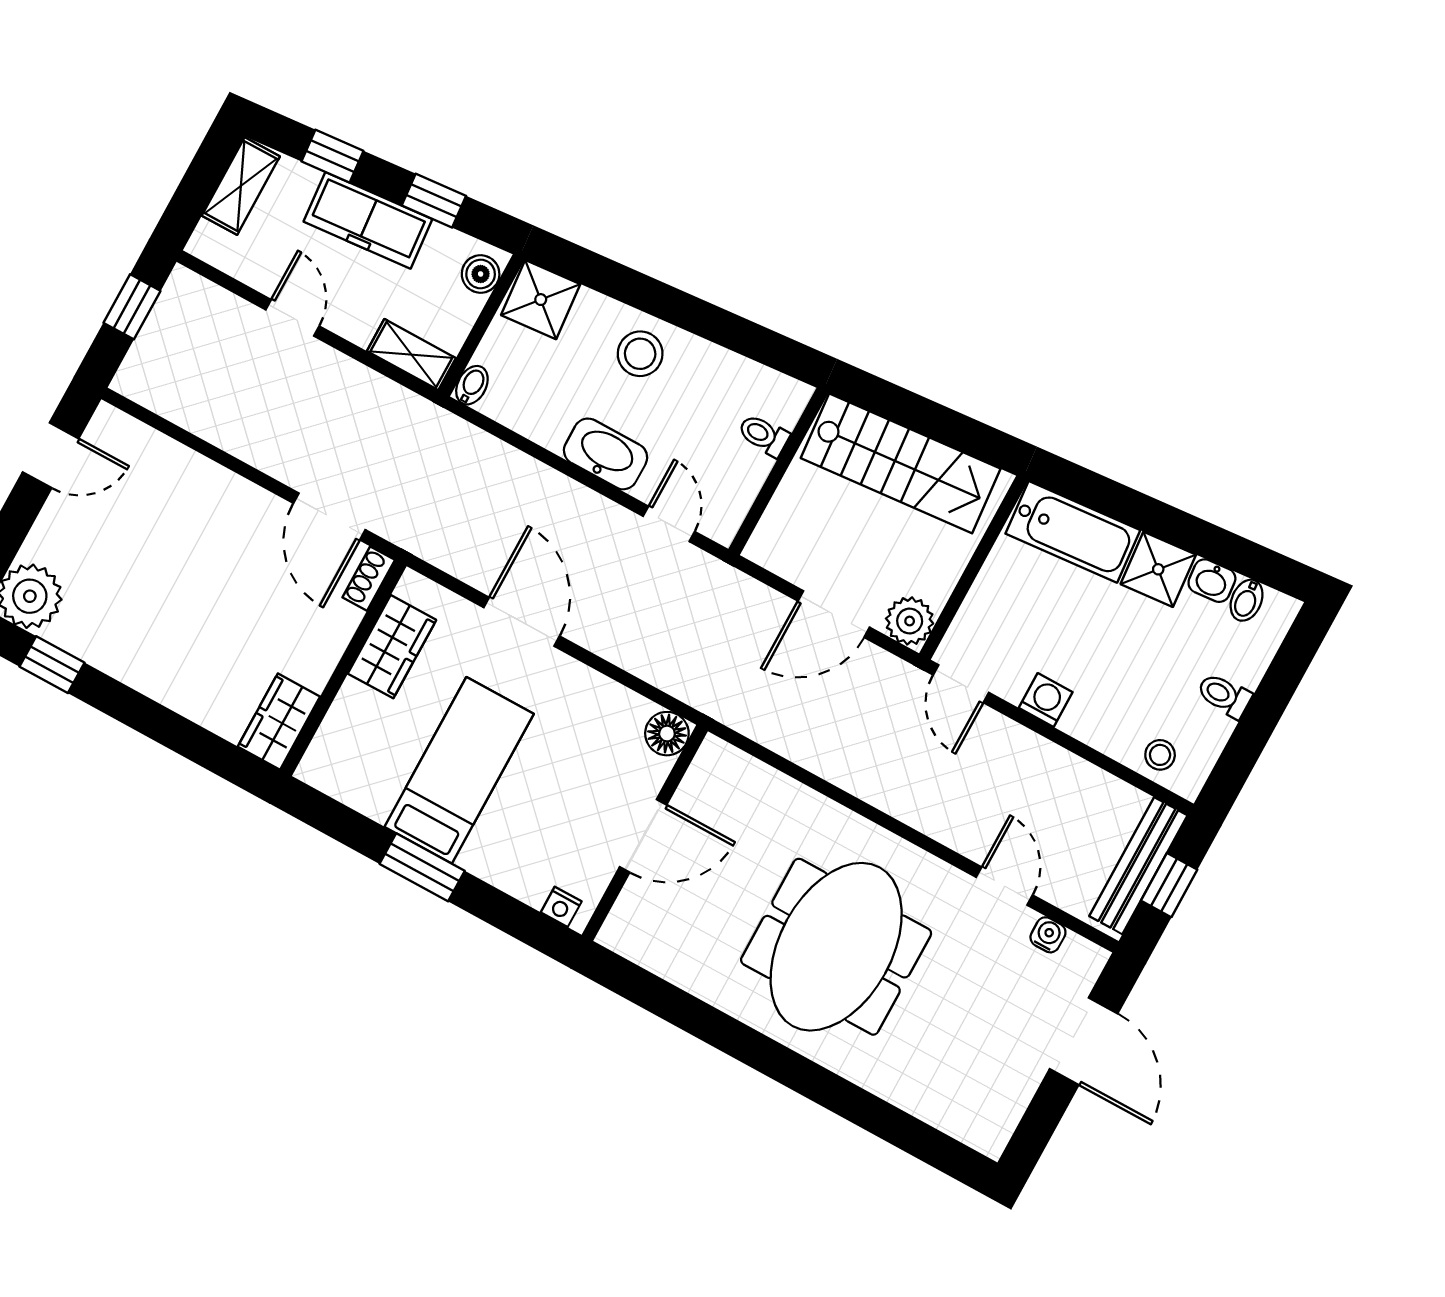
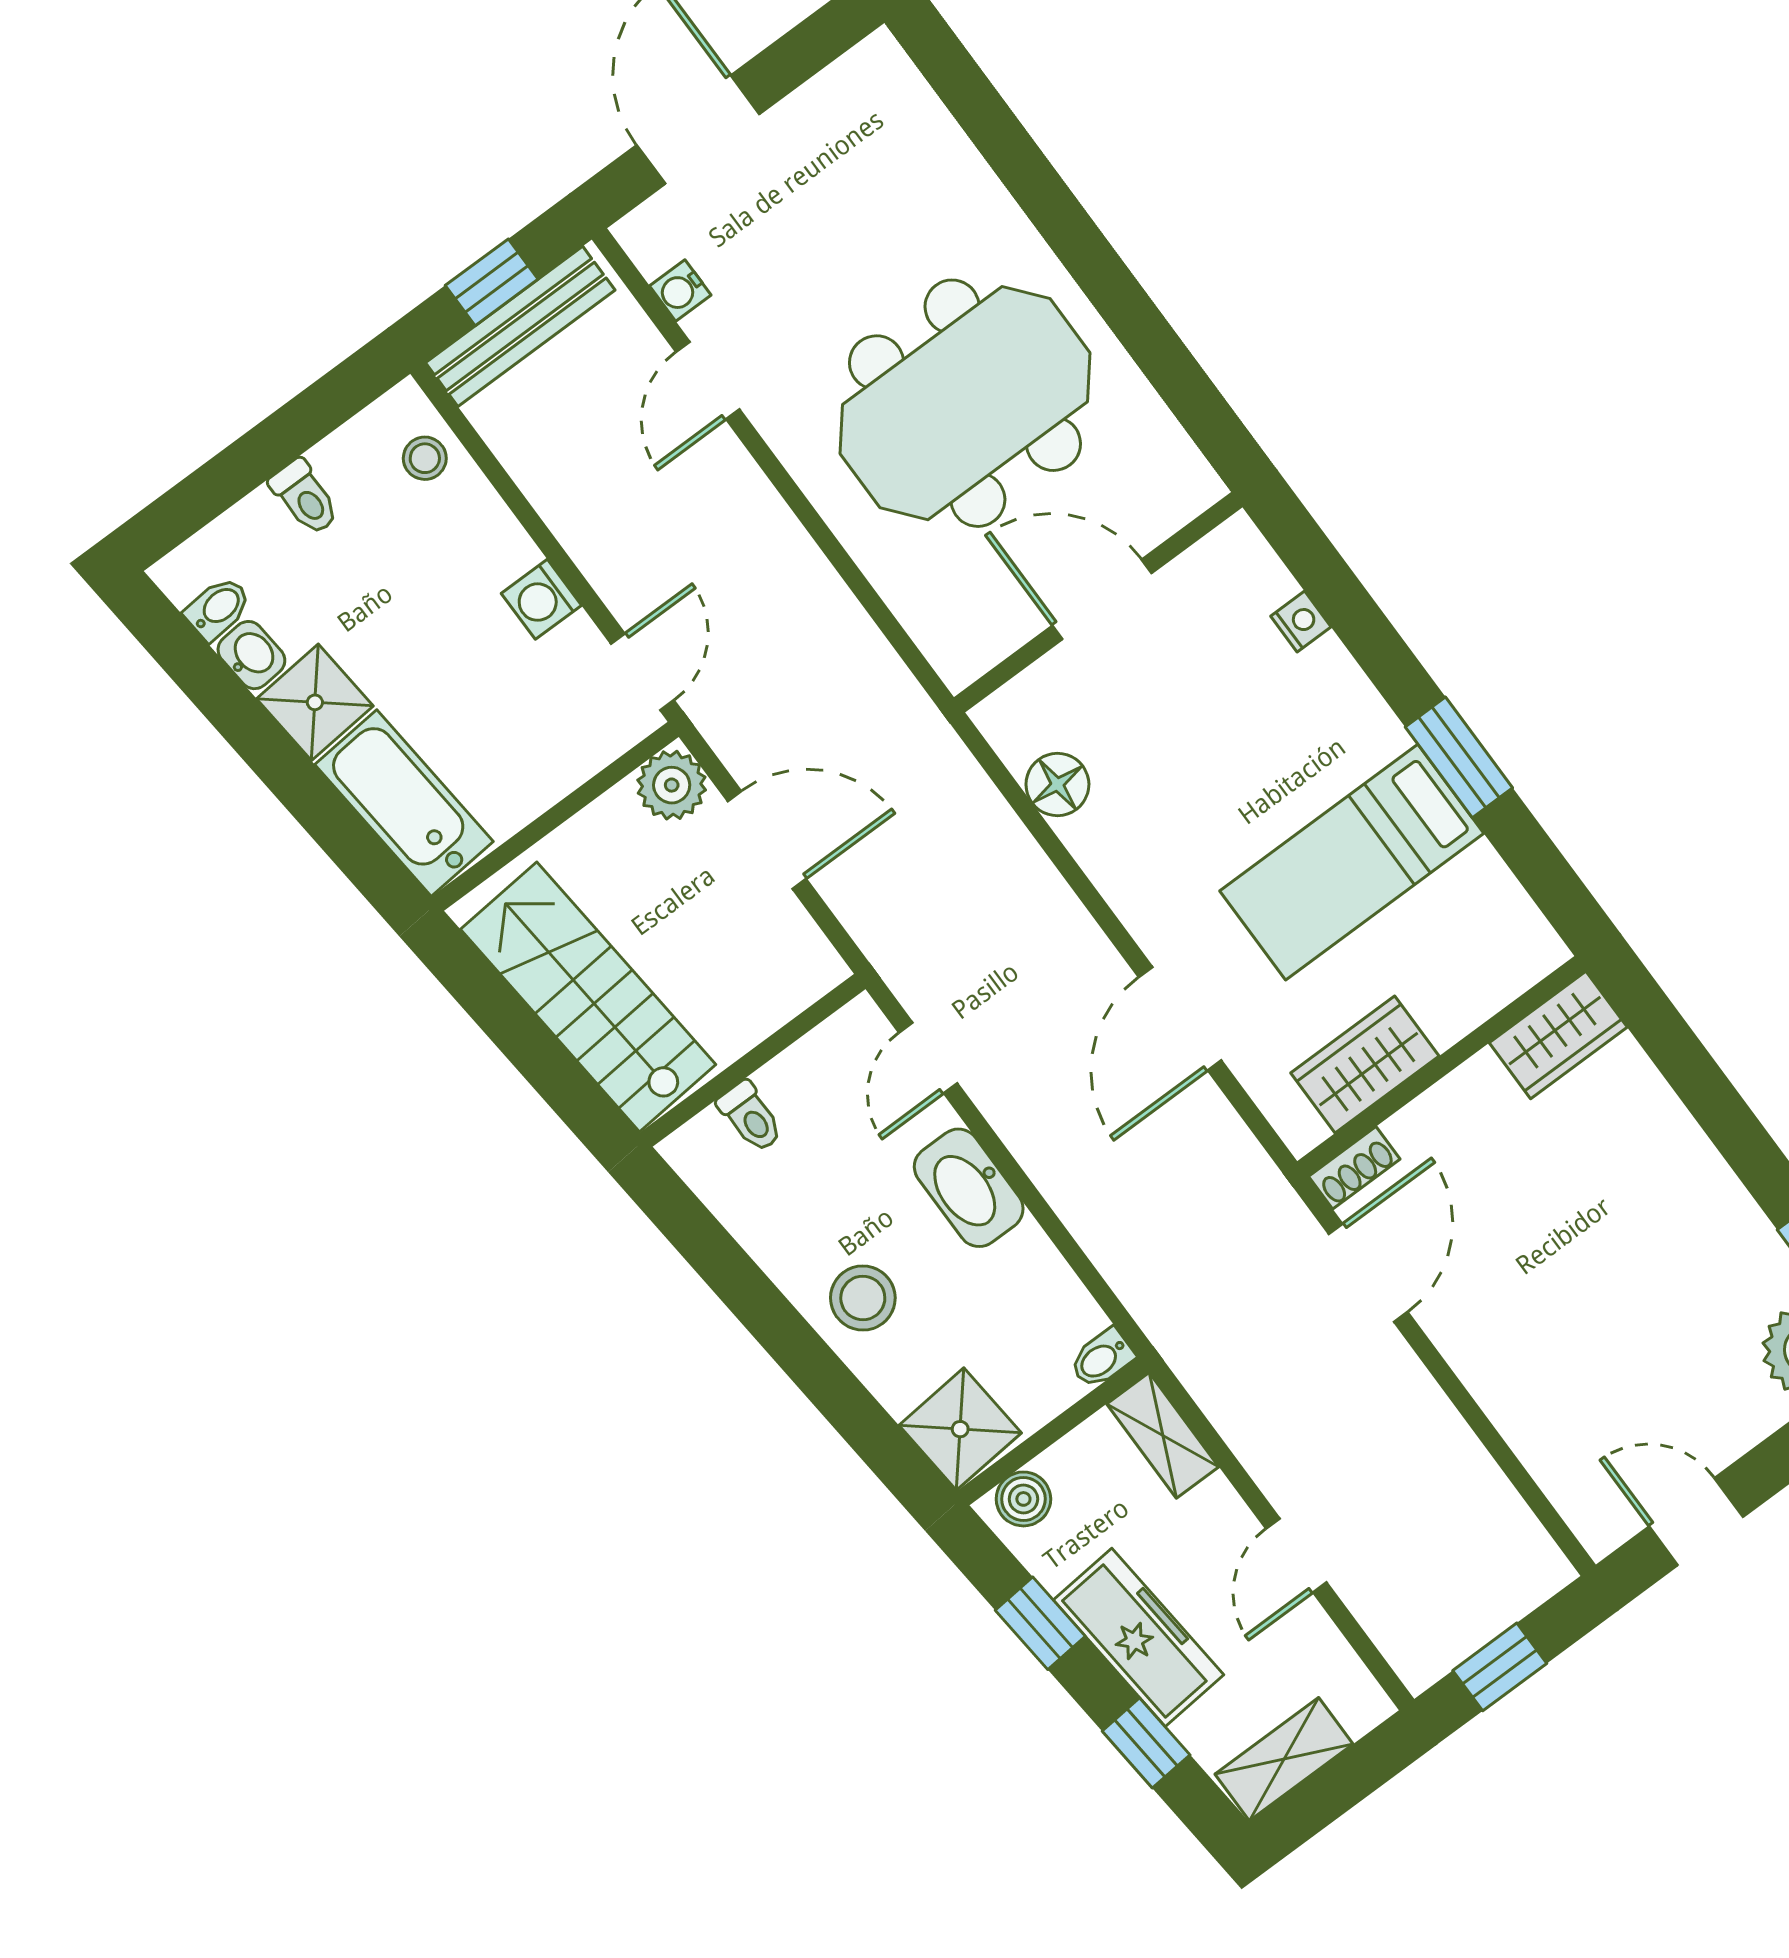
wall: (645, 833) -> (1098, 602), moved
door: (643, 836) -> (1102, 599), moved

